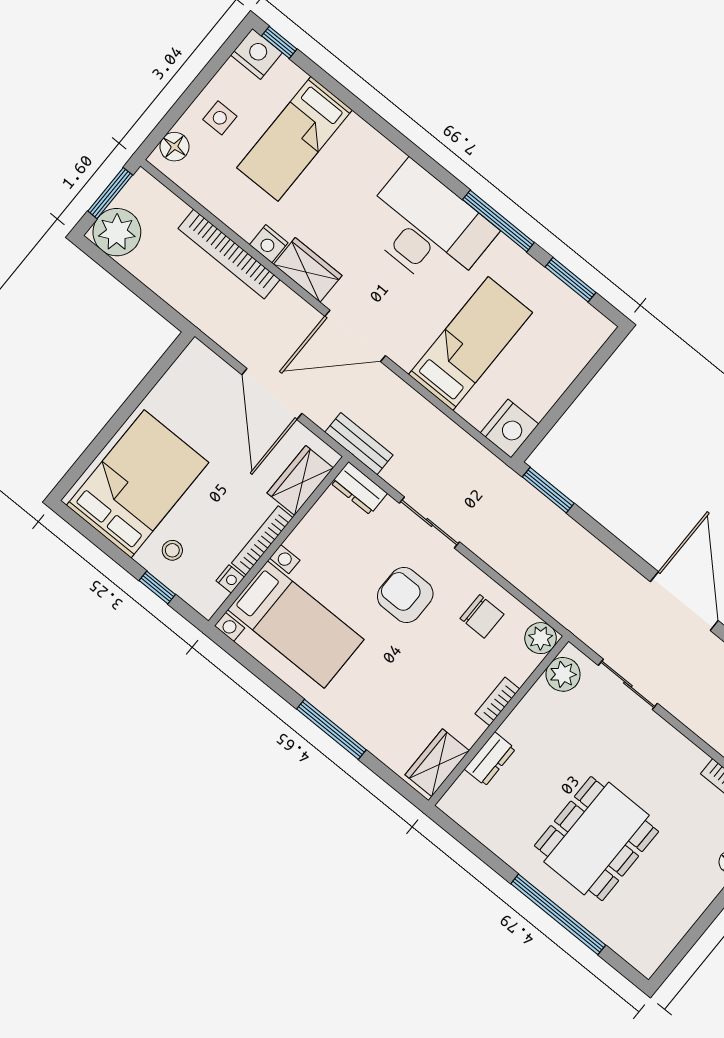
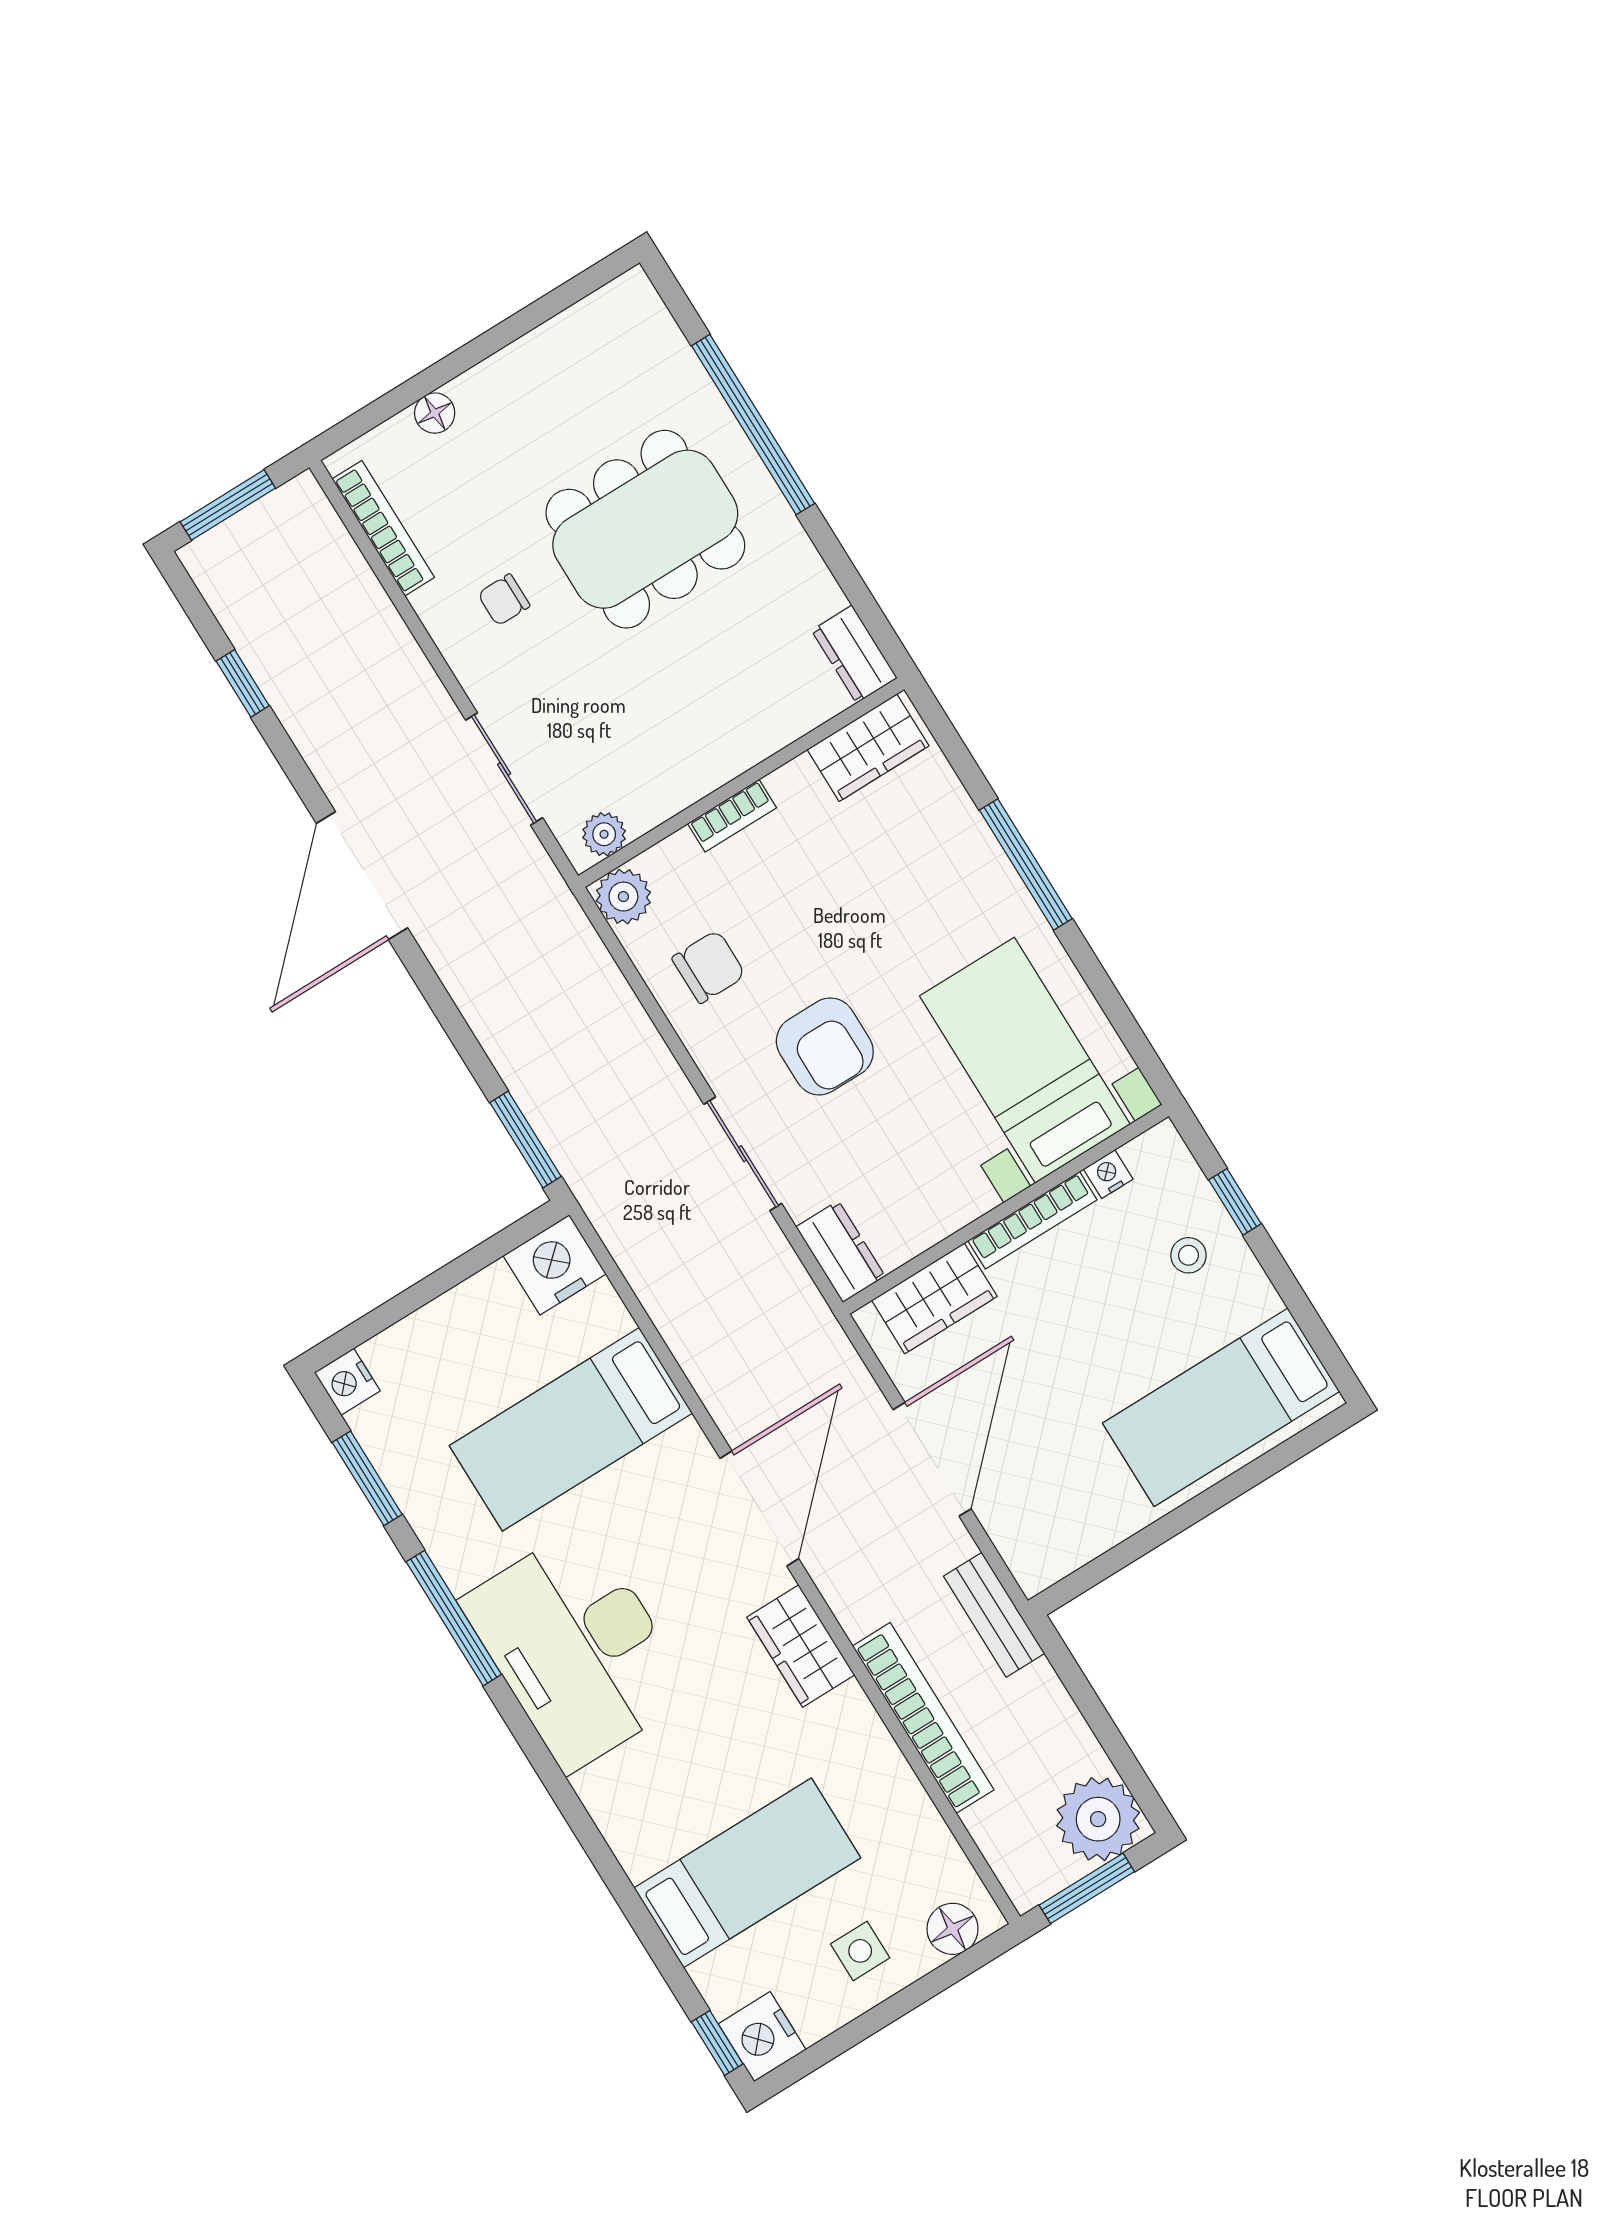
nightstand: (269, 244) -> (347, 1382), moved, turned 180
door: (355, 336) -> (759, 1509), hinge flipped
bench: (359, 444) -> (994, 1615), moved
bed: (138, 484) -> (1221, 1407), width x0.67
chair: (482, 616) -> (709, 967), turned 90
plant: (563, 674) -> (604, 834), width x0.73, depth x0.73
dresser: (490, 759) -> (854, 654), moved, turned -90
chair: (659, 775) -> (504, 600), added

